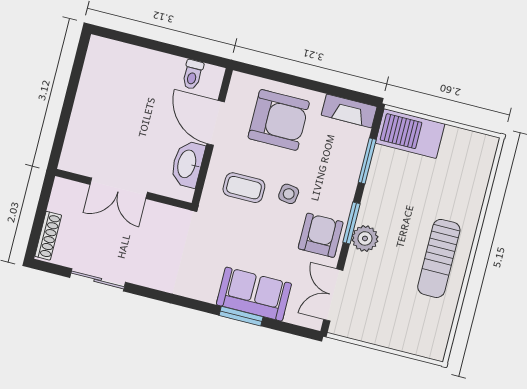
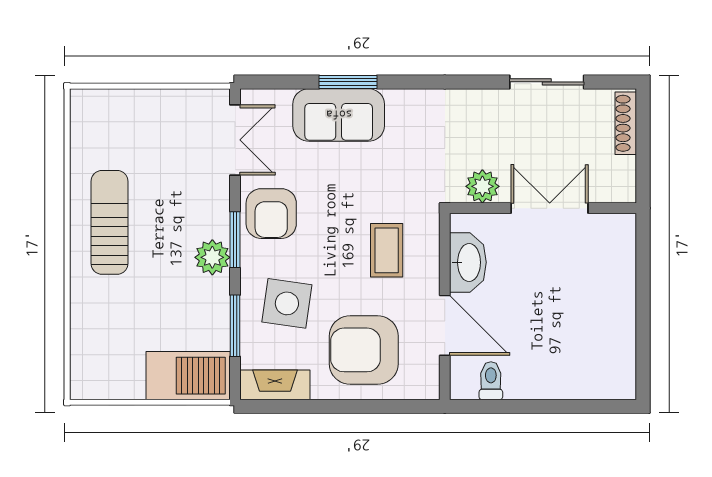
coffee table: (244, 188) -> (387, 250), turned 90
side table: (289, 194) -> (287, 303), moved, width x1.87, depth x1.87
plant: (163, 216) -> (482, 186), added
plant: (365, 238) -> (212, 257), moved

